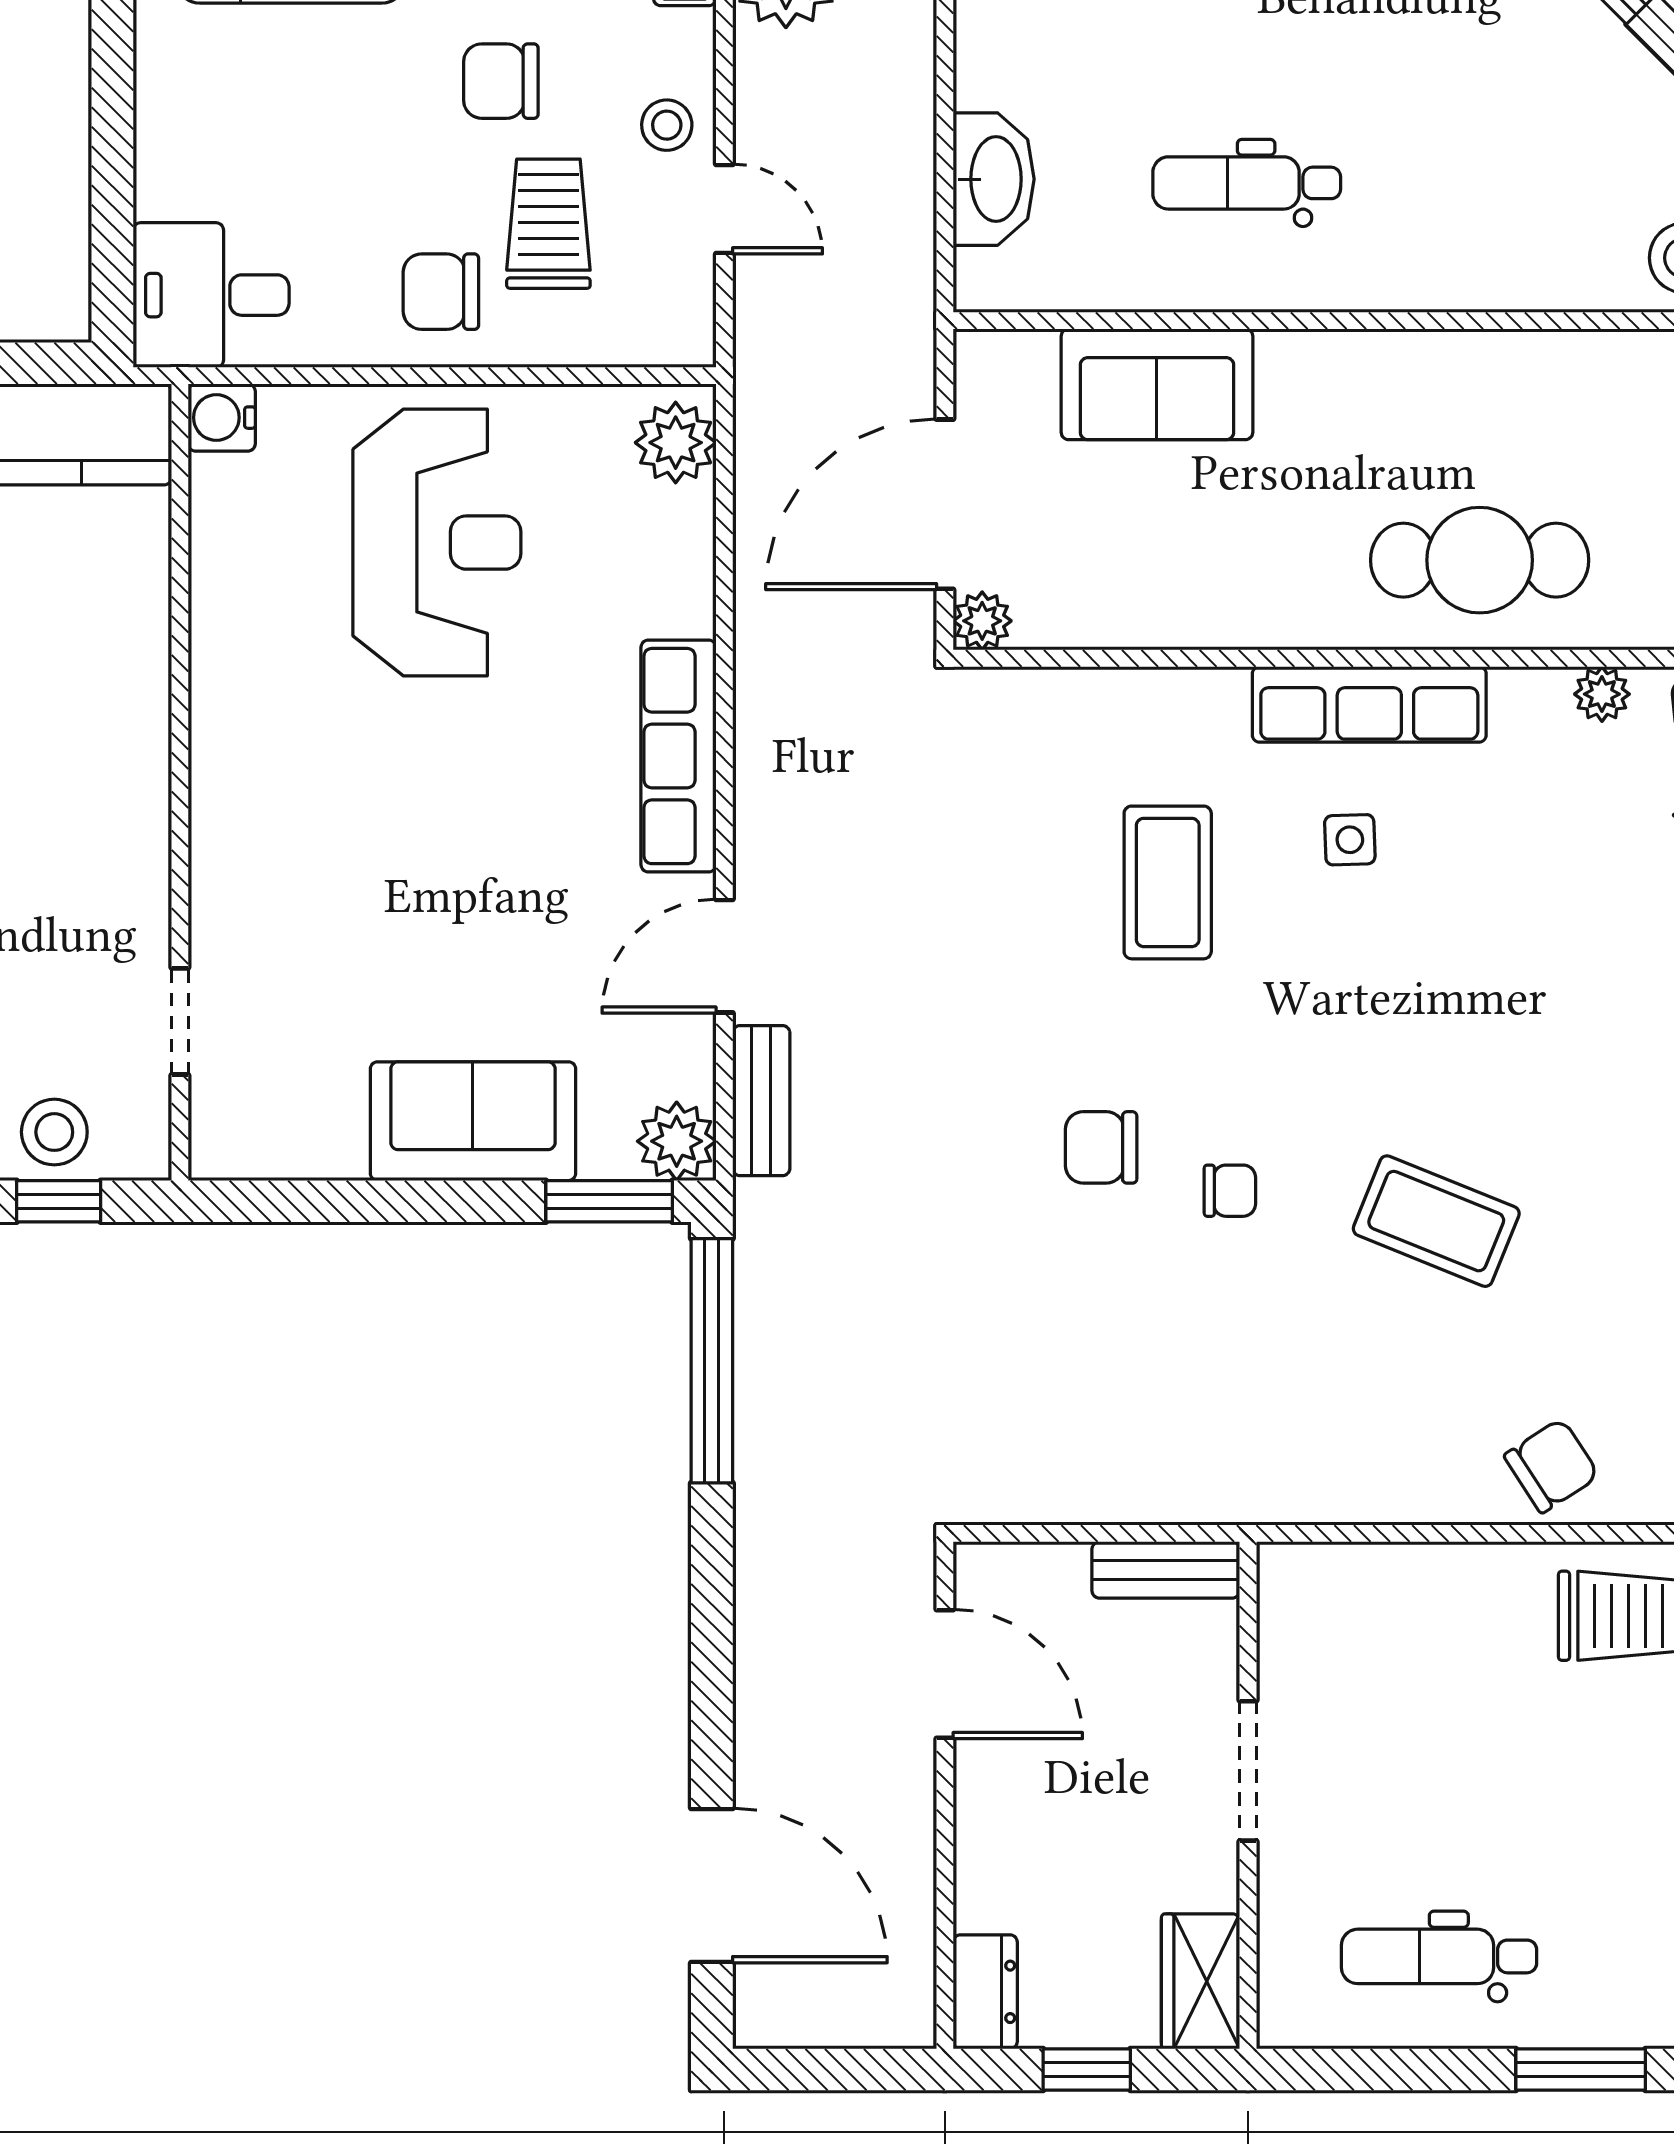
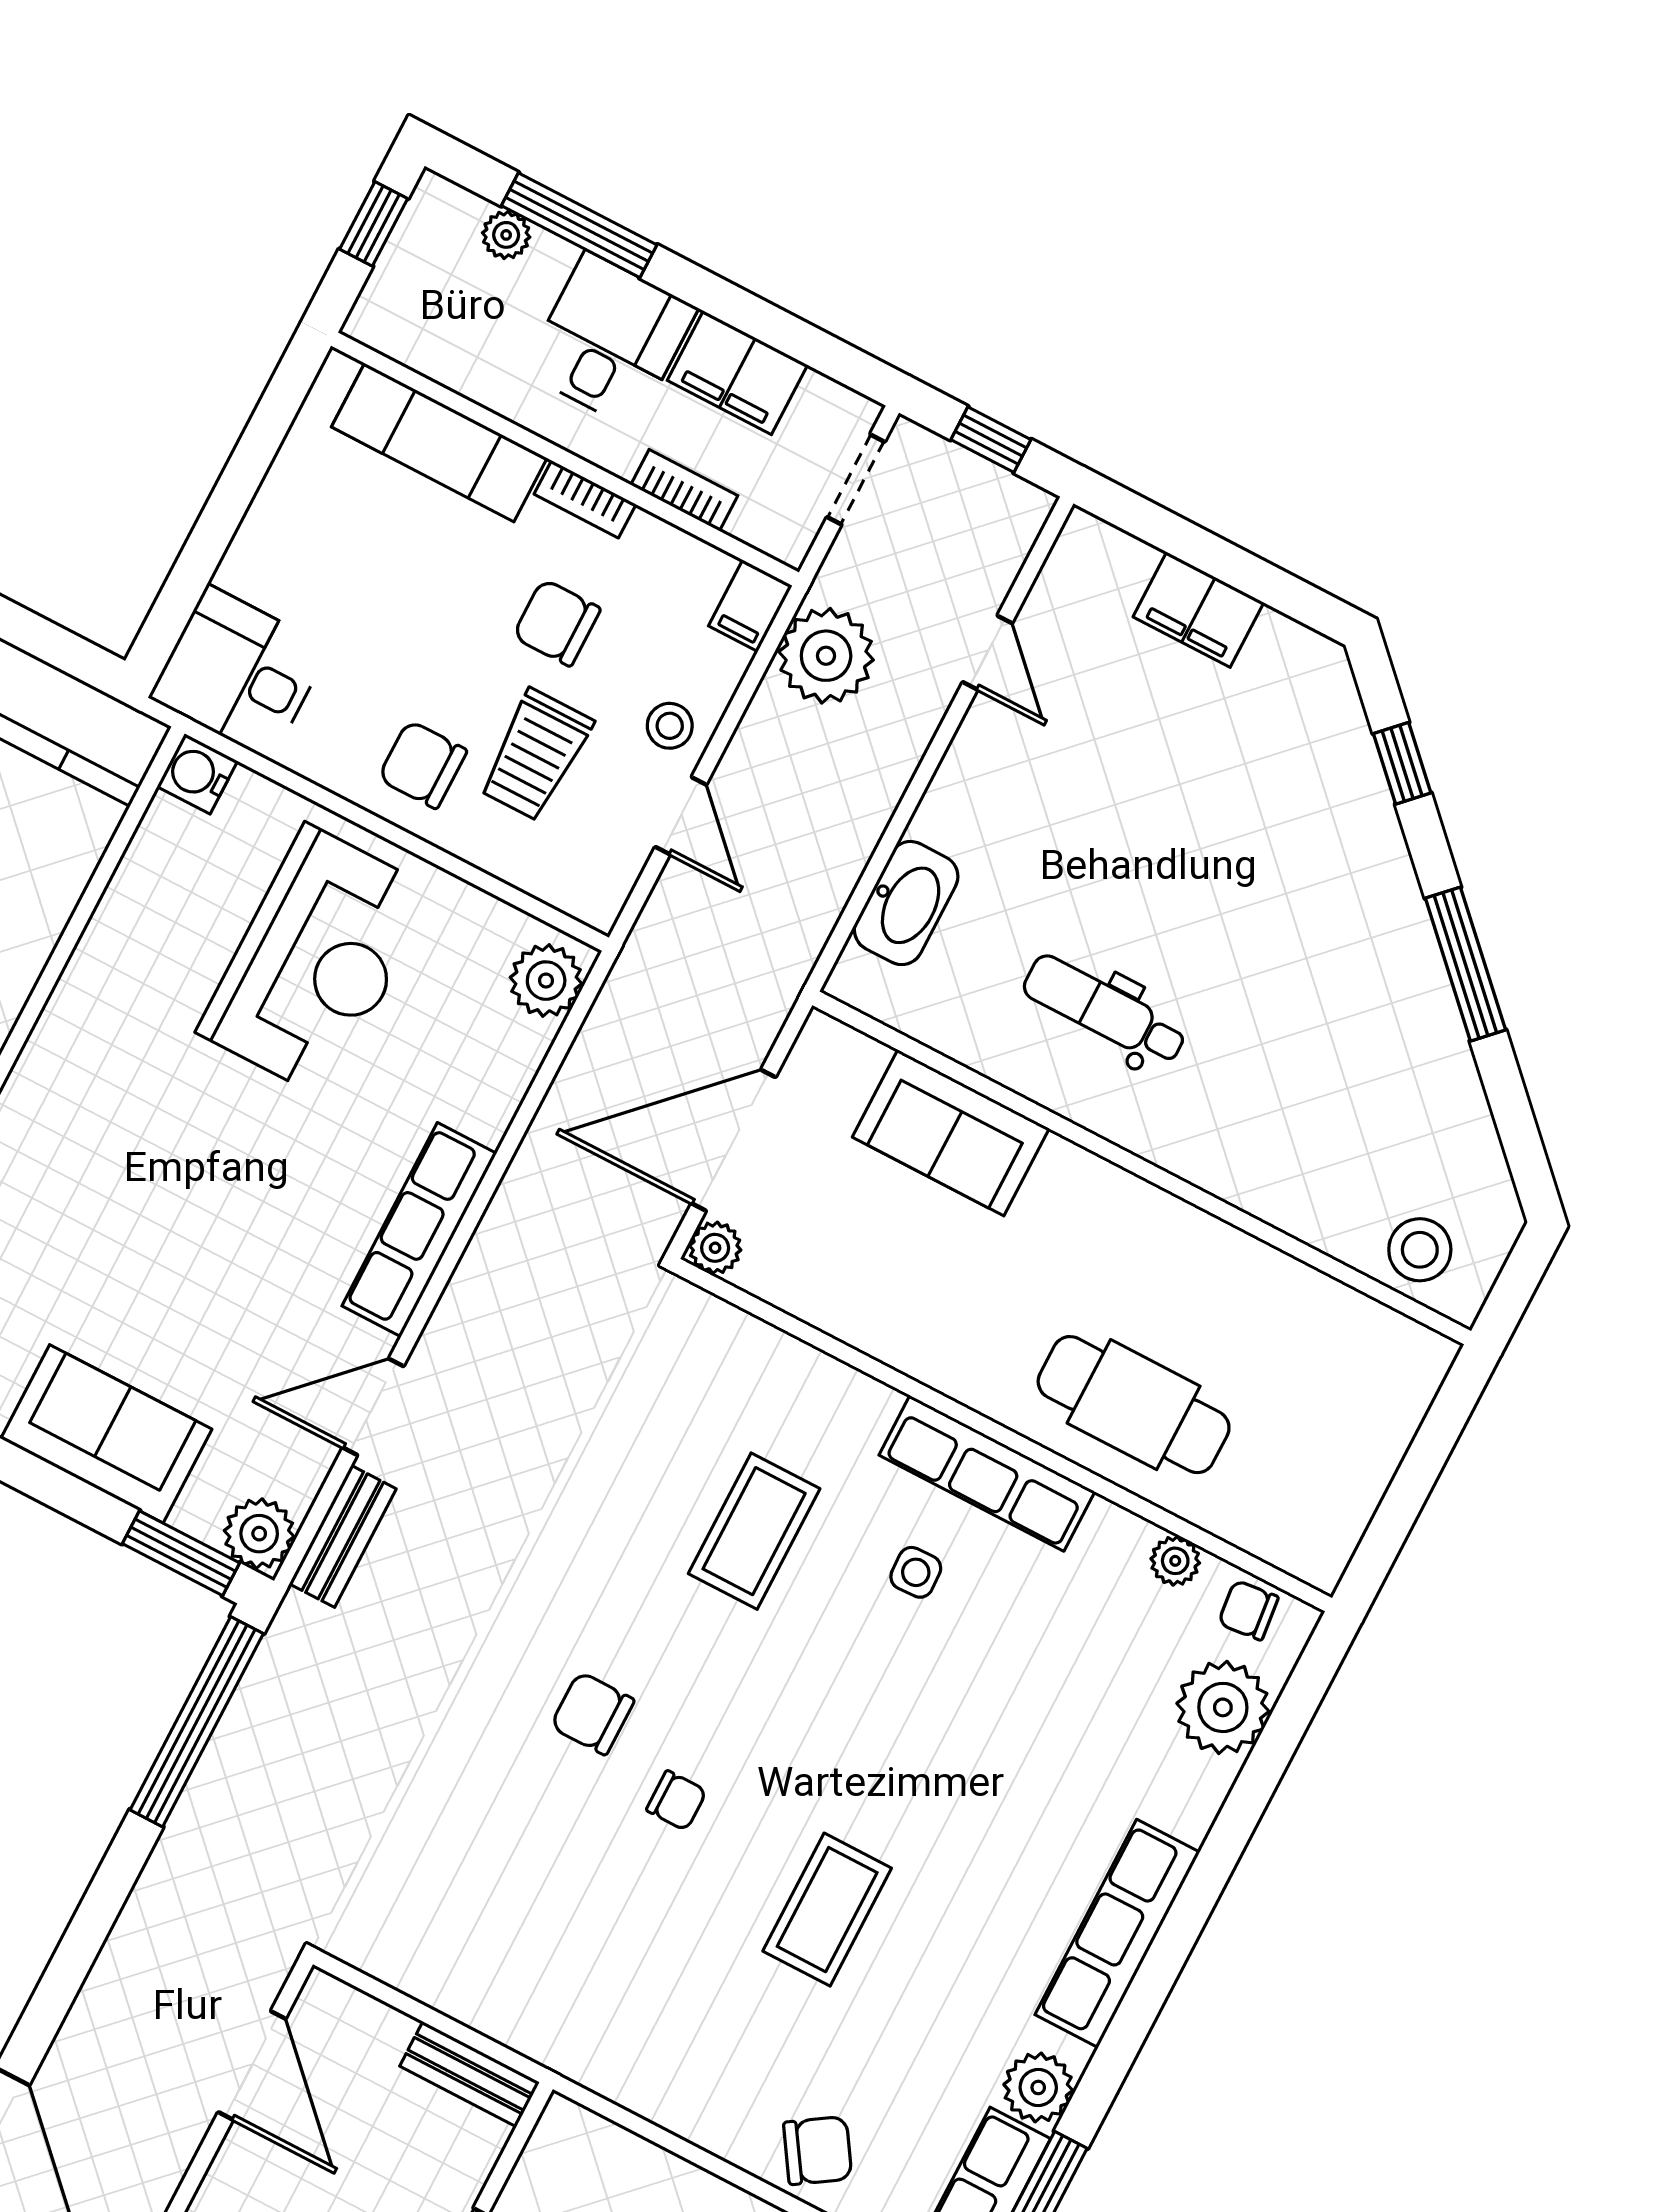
trolley: (548, 224) -> (536, 755), turned 180
coffee table: (1436, 1221) -> (827, 1910), turned 68

